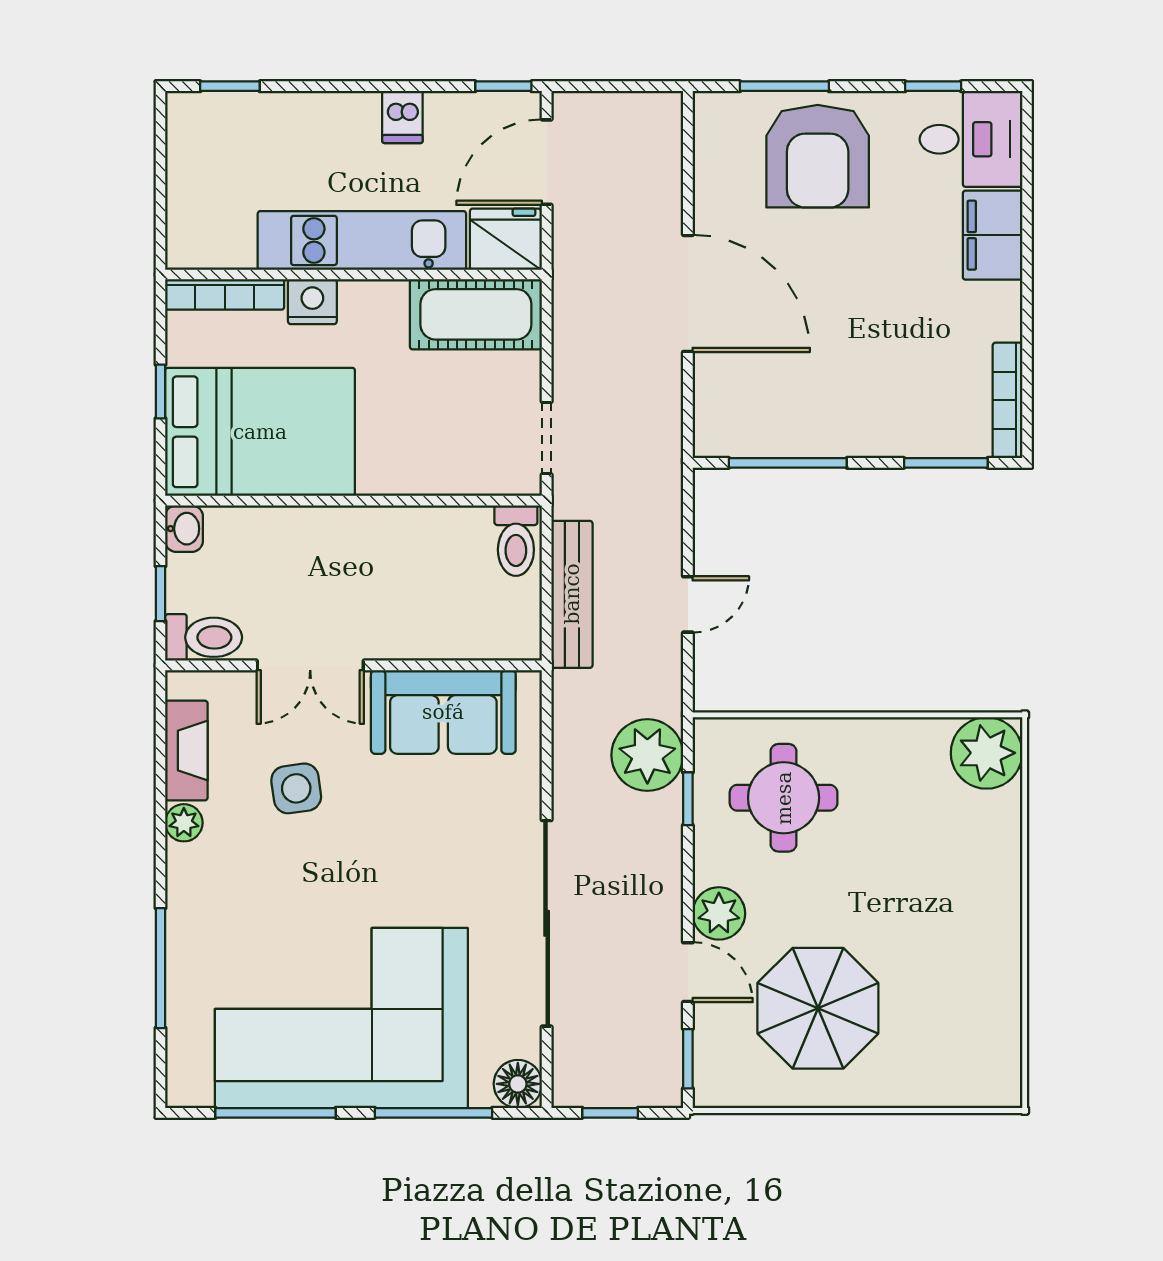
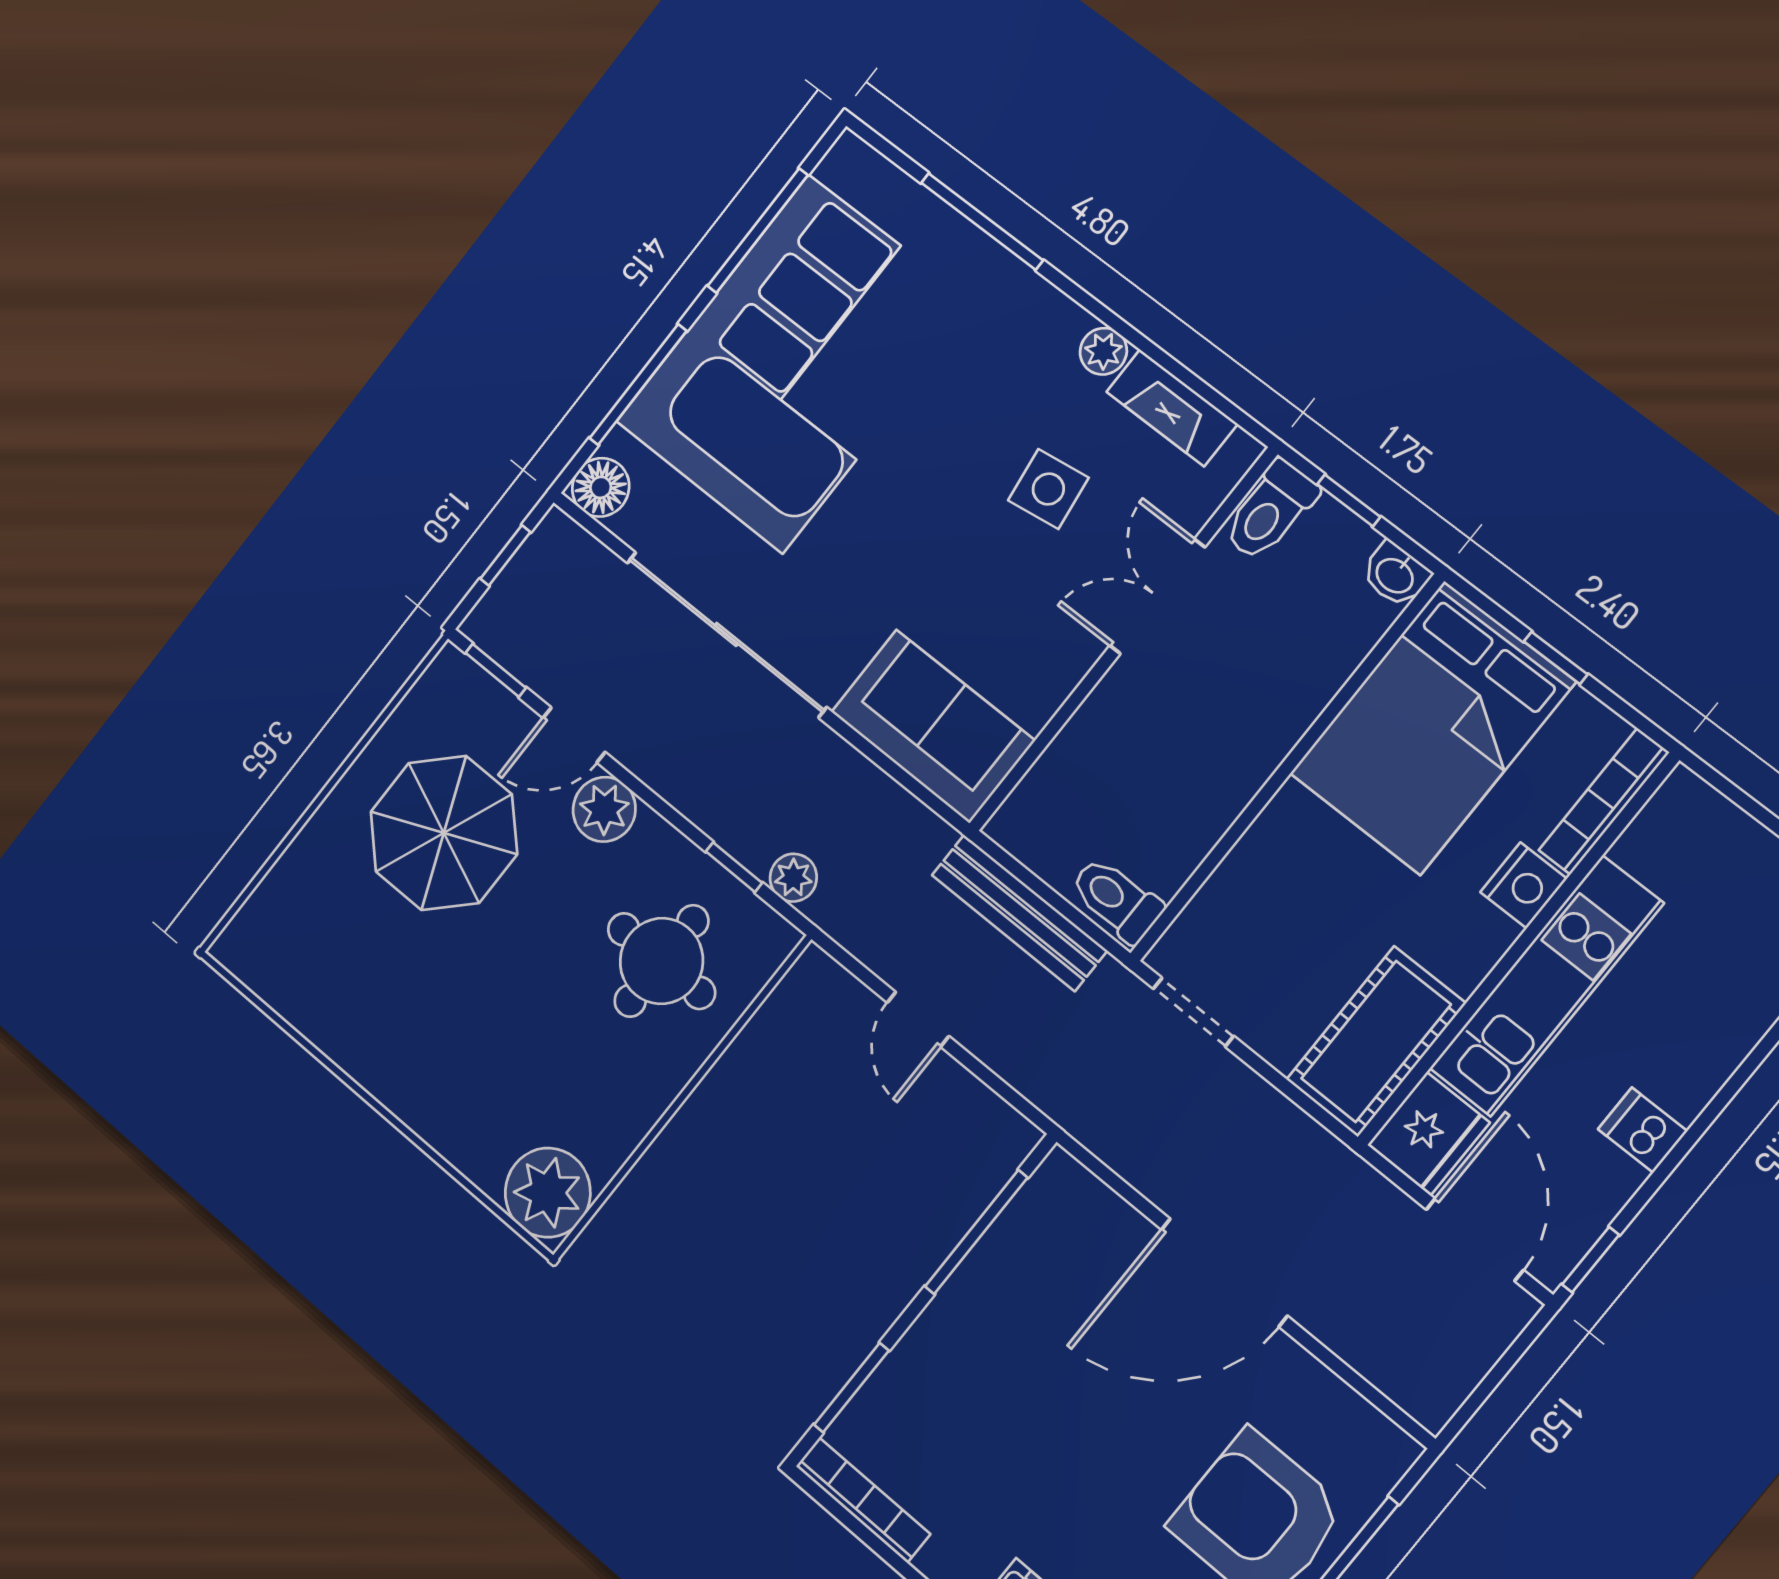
sofa: (443, 712) -> (933, 726), moved, turned 90
plant: (647, 755) -> (793, 878), width x0.53, depth x0.53

